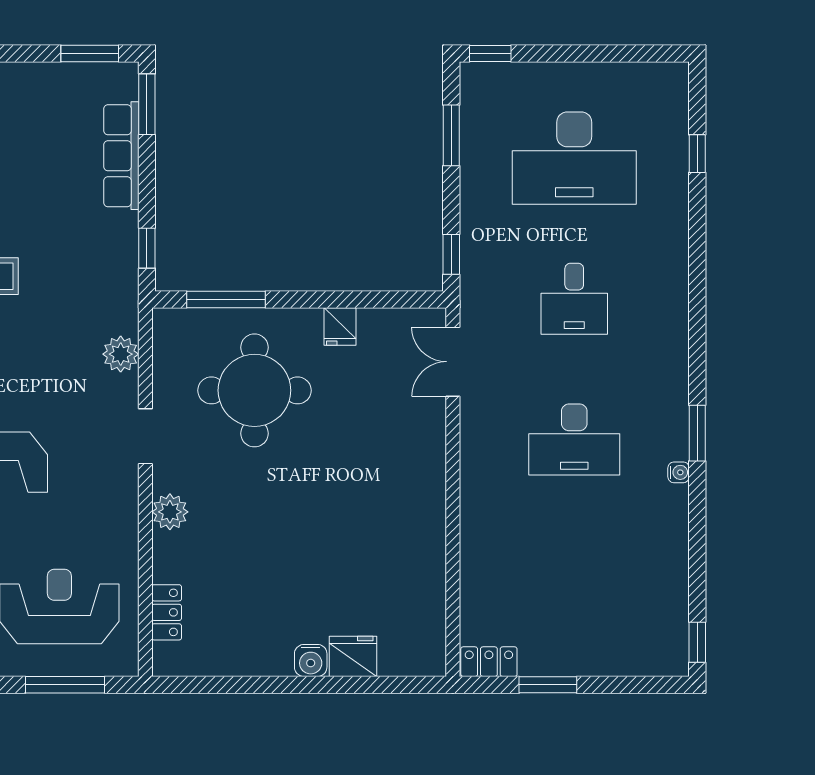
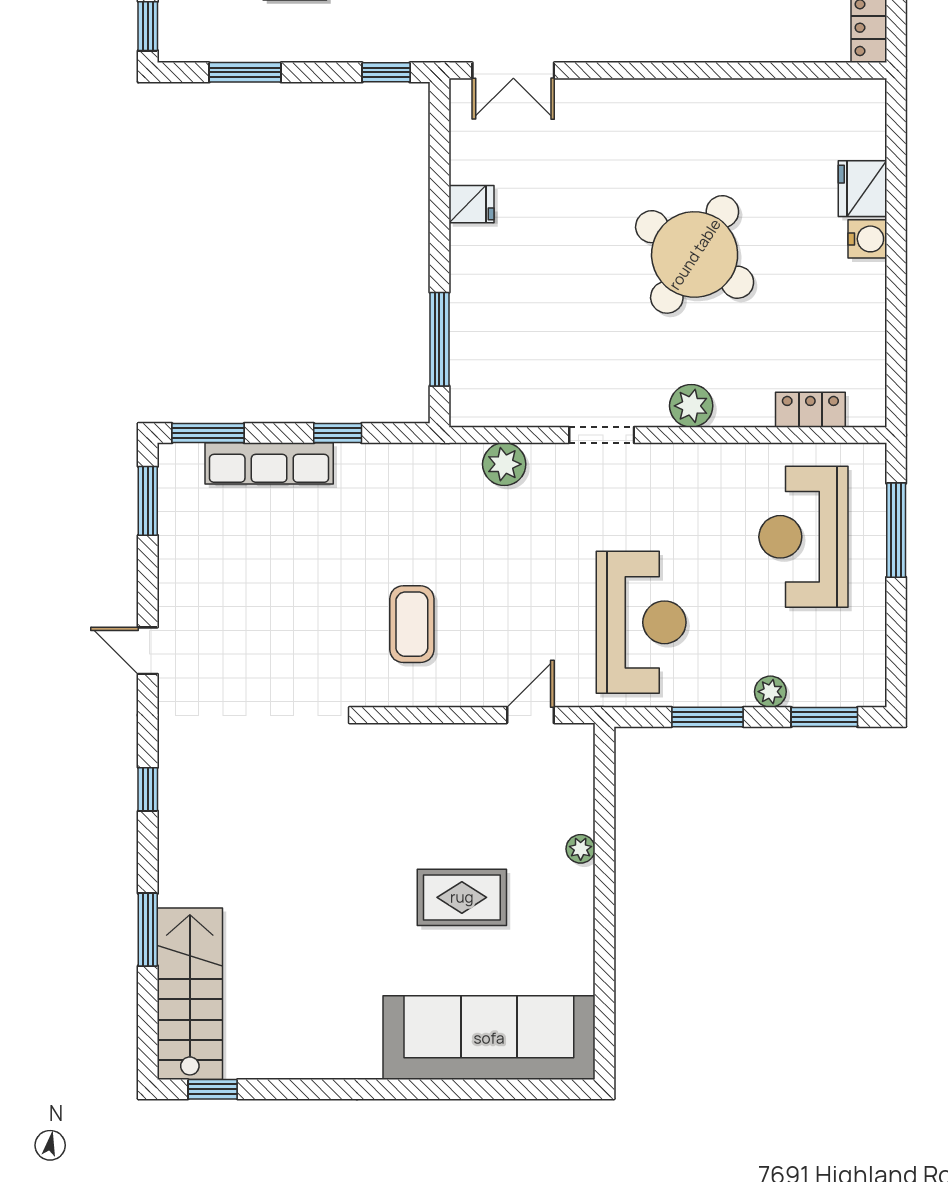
window: (147, 248) -> (338, 433), moved
round table: (254, 390) -> (695, 254), moved, turned 33

